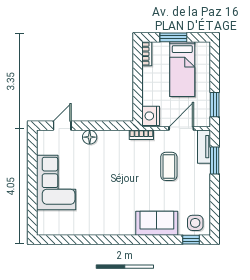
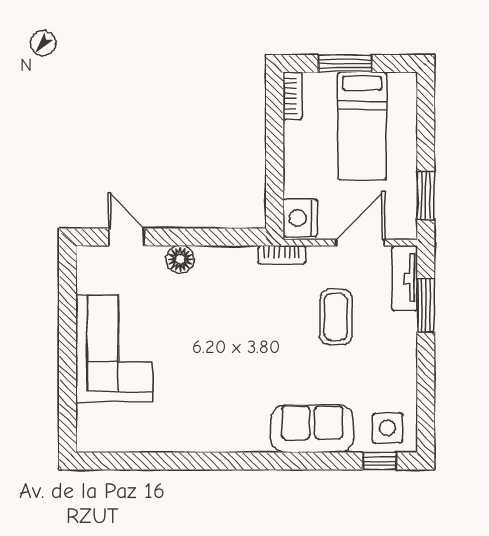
door: (62, 126) -> (126, 237), hinge flipped

